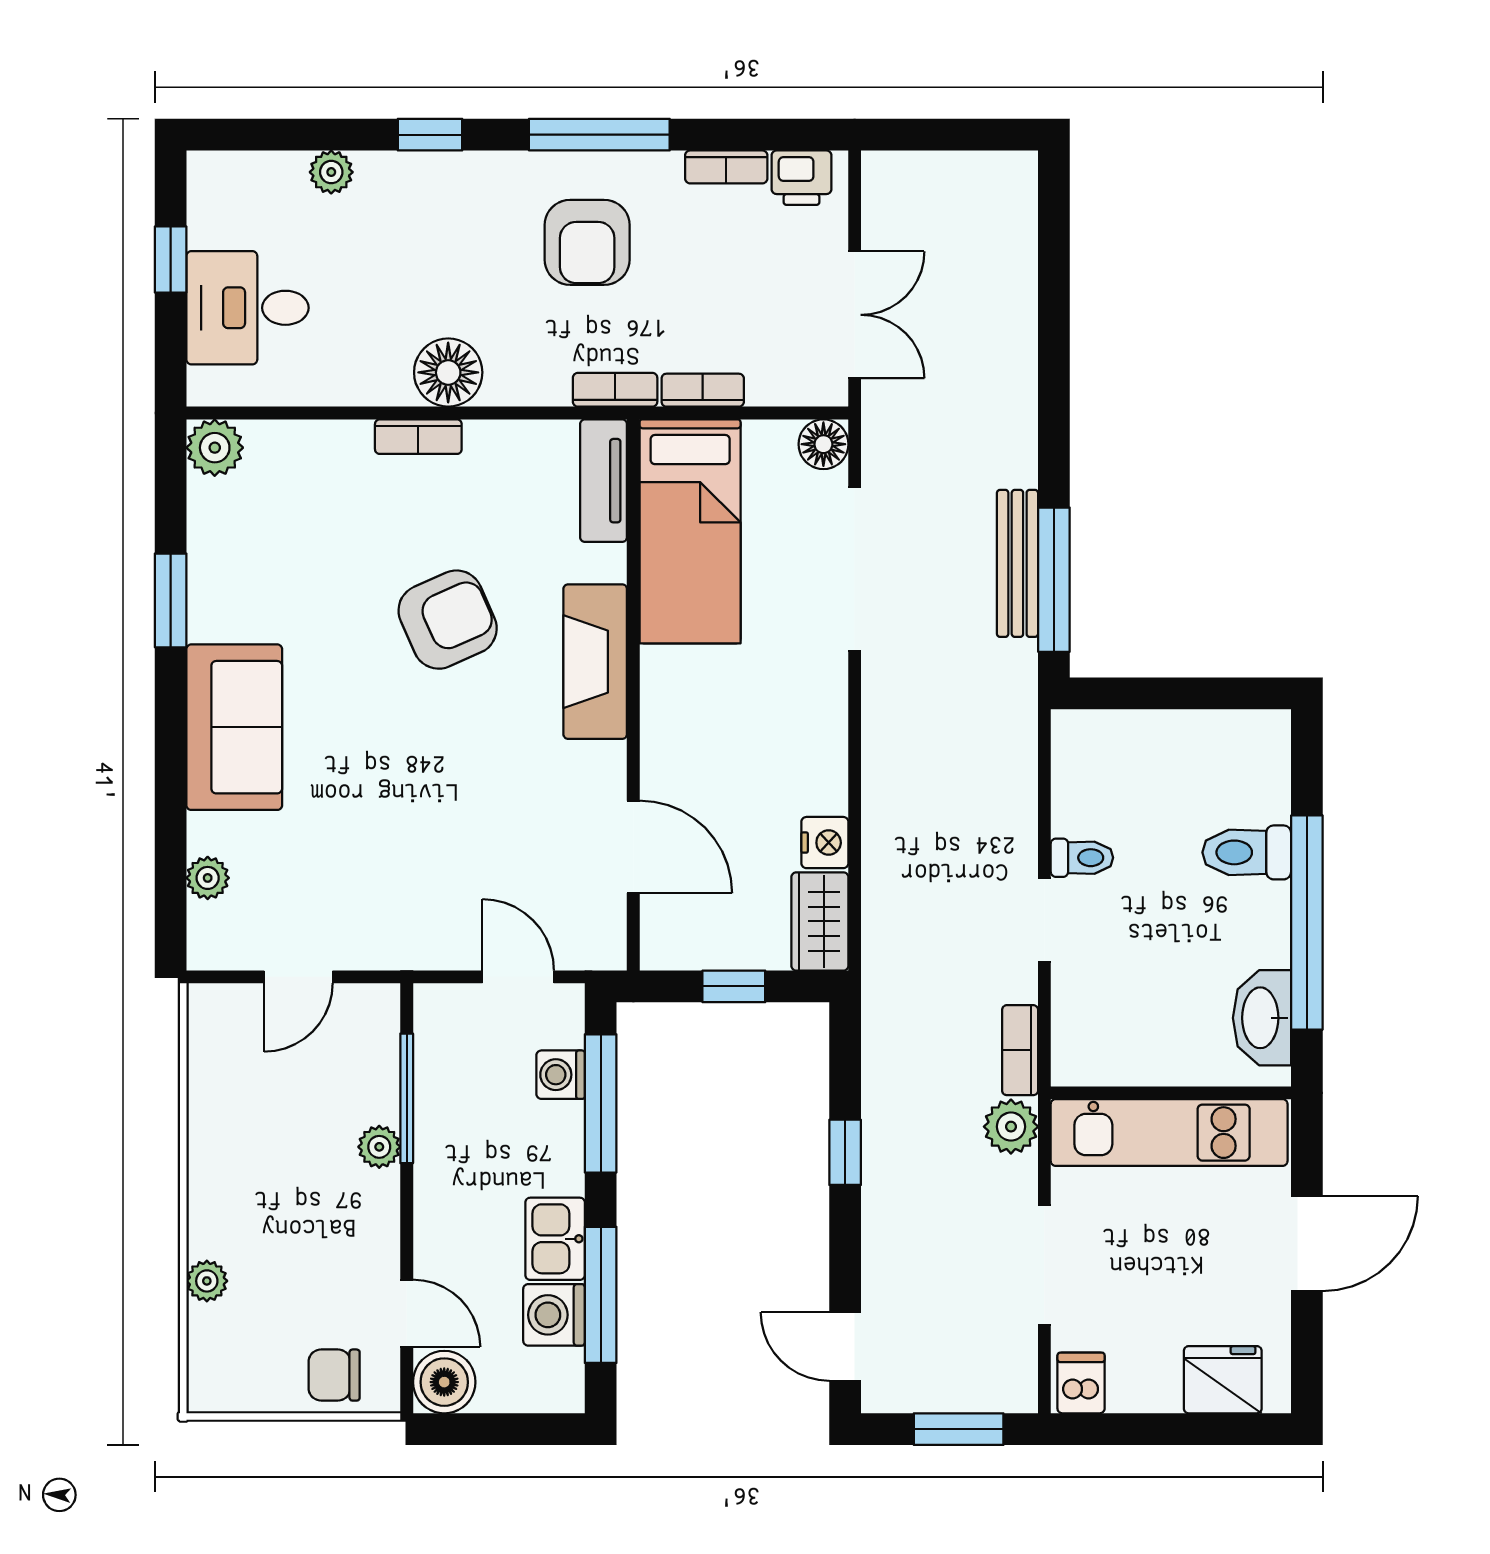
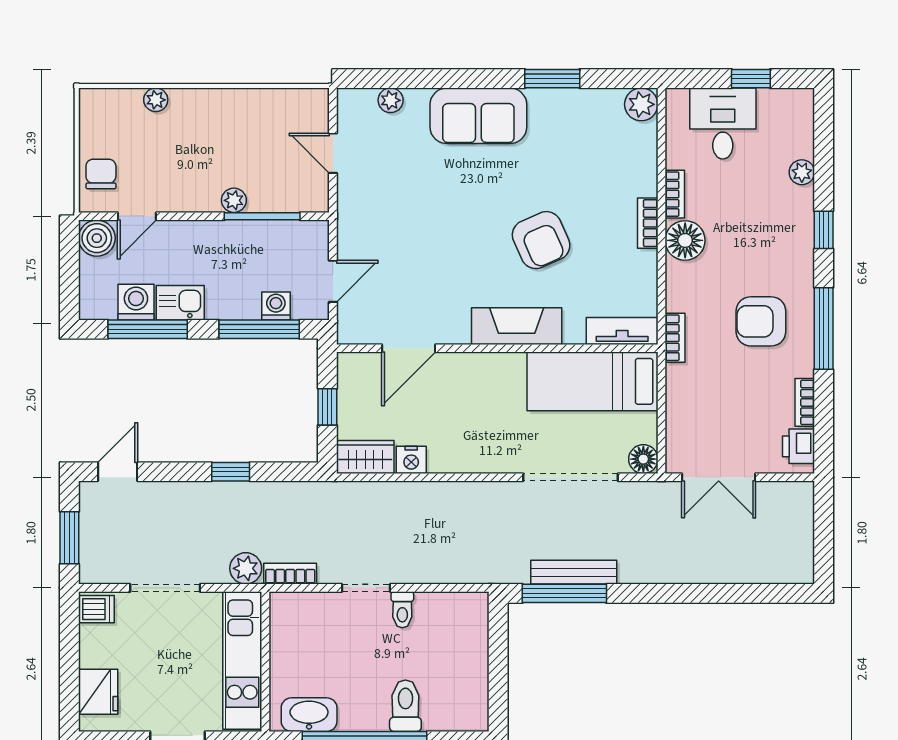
bookcase: (703, 390) -> (675, 194), moved

